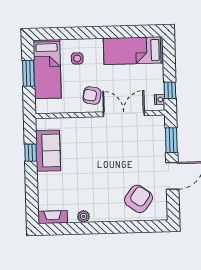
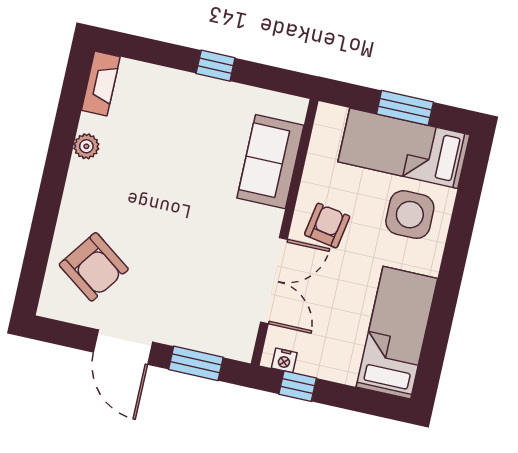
side table: (77, 58) -> (410, 215), width x1.87, depth x1.87
sofa: (48, 151) -> (270, 162), moved, turned 90
window: (31, 153) -> (216, 66), moved

